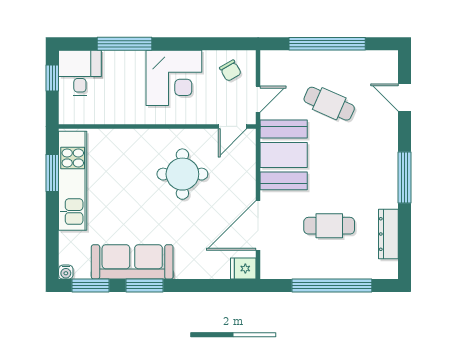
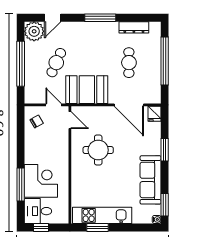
plant: (382, 67) -> (34, 31), added
corner desk: (174, 78) -> (41, 181), moved
window: (145, 286) -> (165, 150), moved

